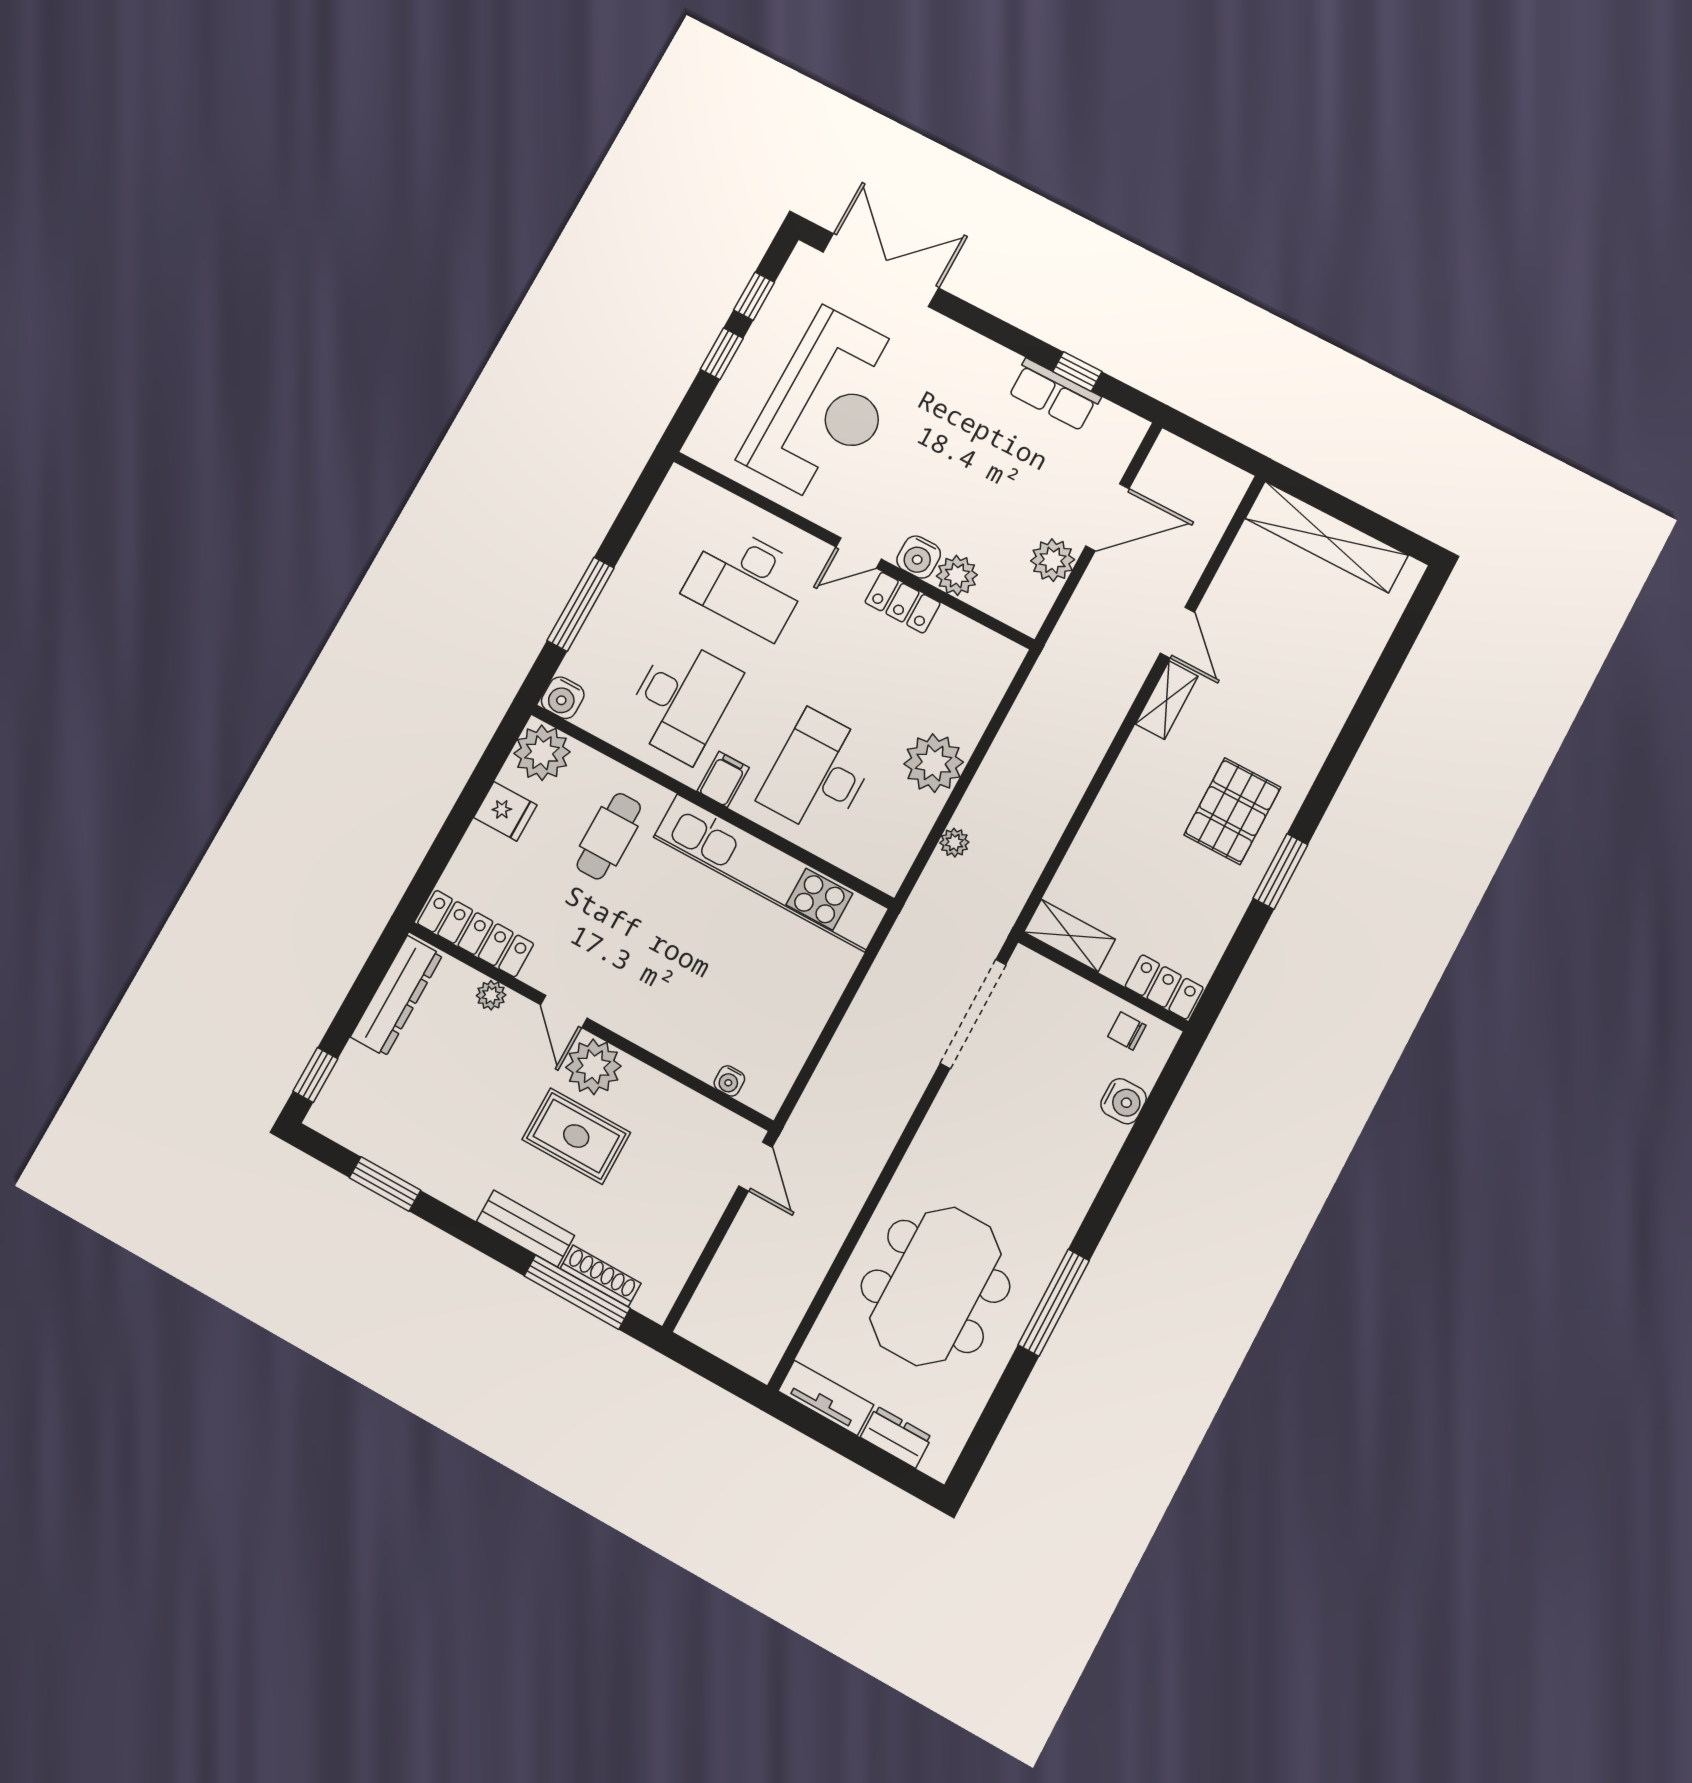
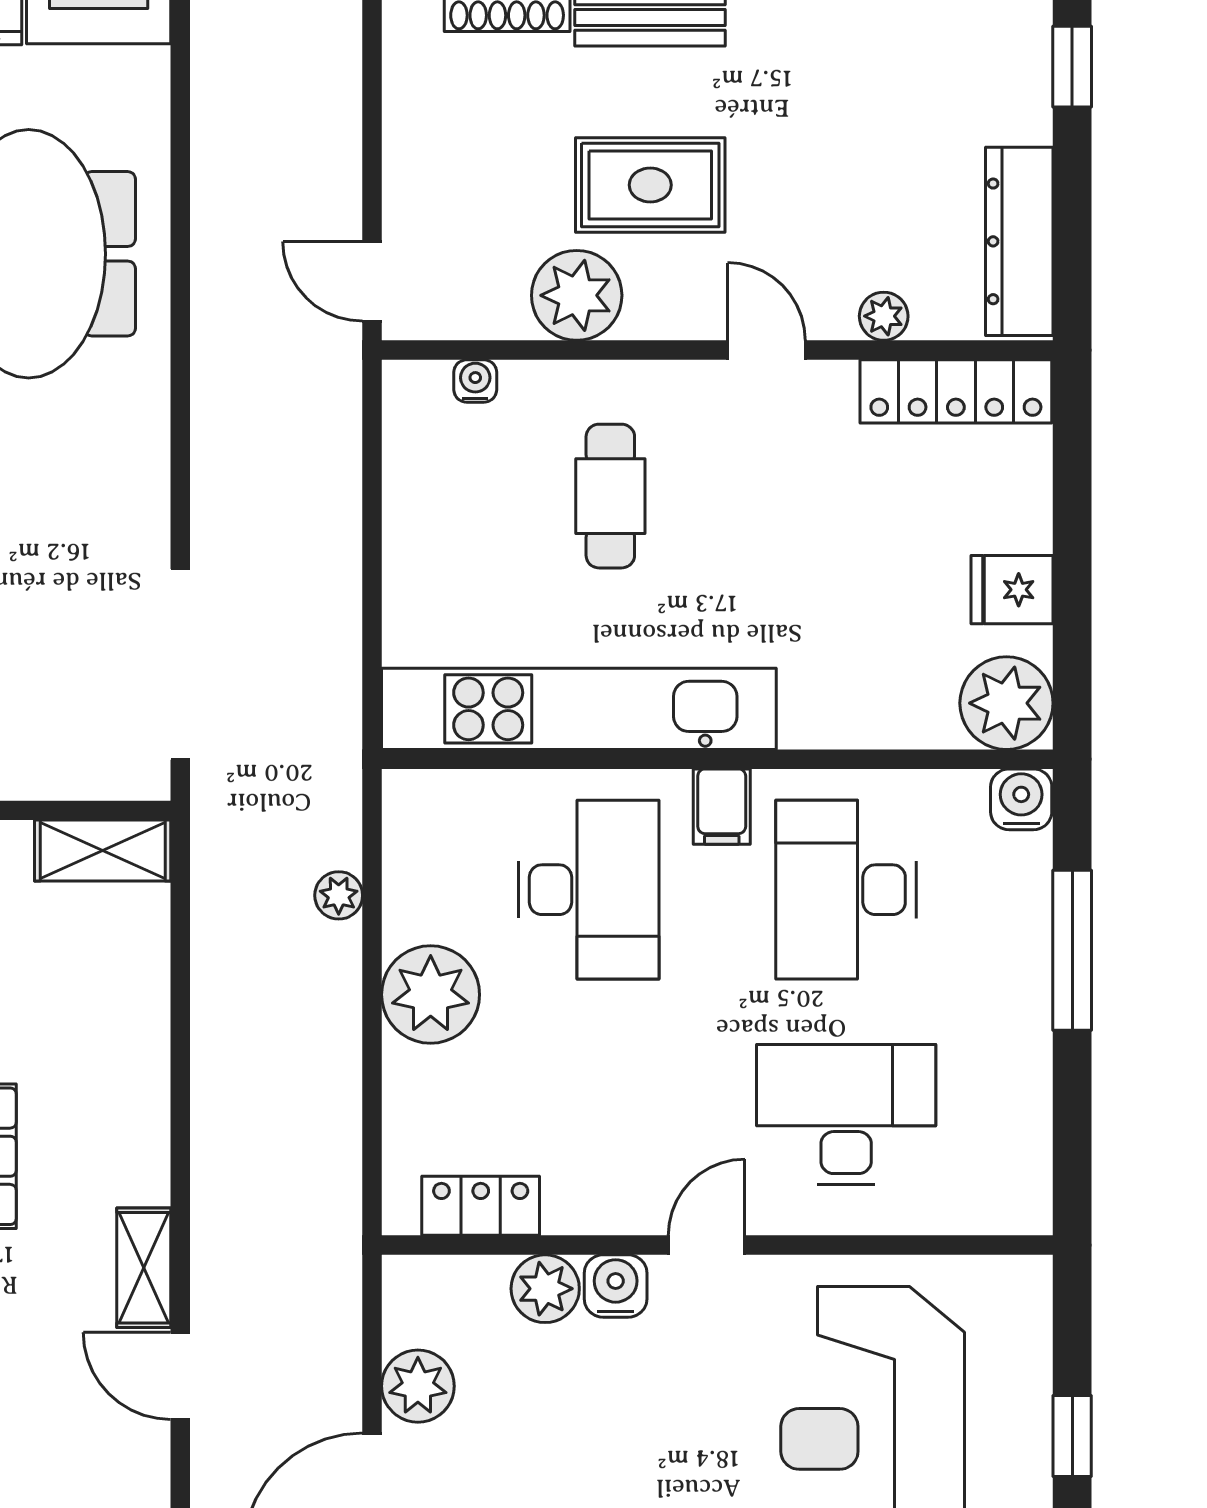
locker: (903, 603) -> (481, 1206), moved
cafe table: (609, 836) -> (610, 496), moved
plant: (593, 1067) -> (577, 295), moved

